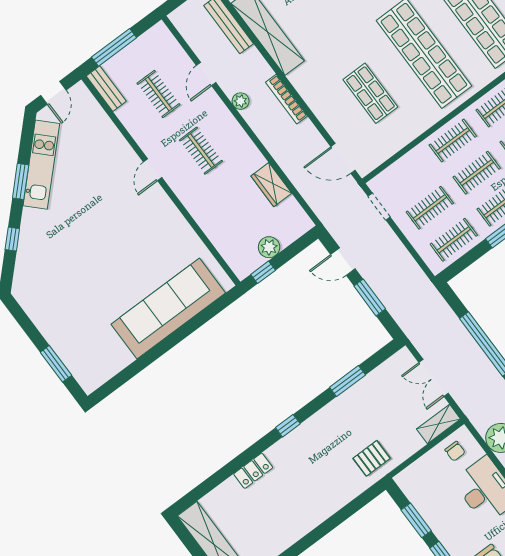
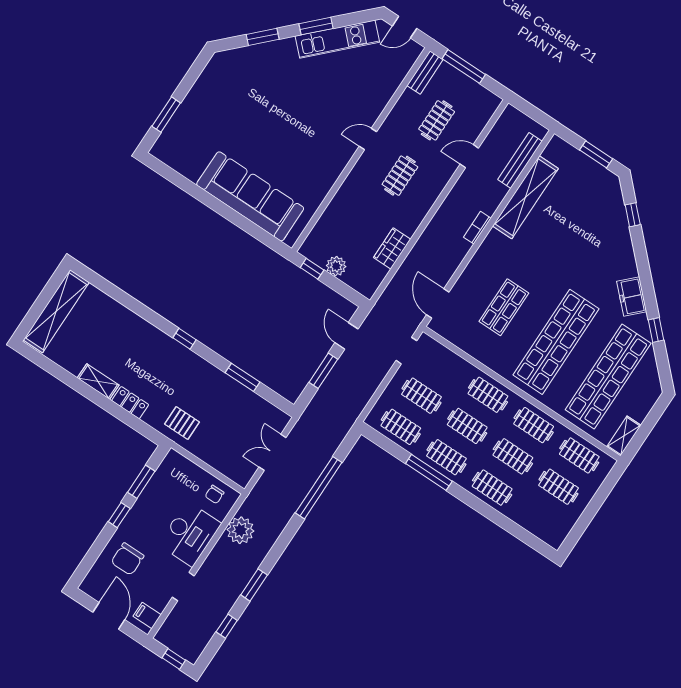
bookcase: (287, 99) -> (477, 228), width x0.64
plant: (241, 101) -> (456, 195), removed
window: (12, 239) -> (263, 37), width x1.50
shelving: (439, 424) -> (98, 382), moved
locker: (253, 471) -> (130, 403), moved, turned 180

